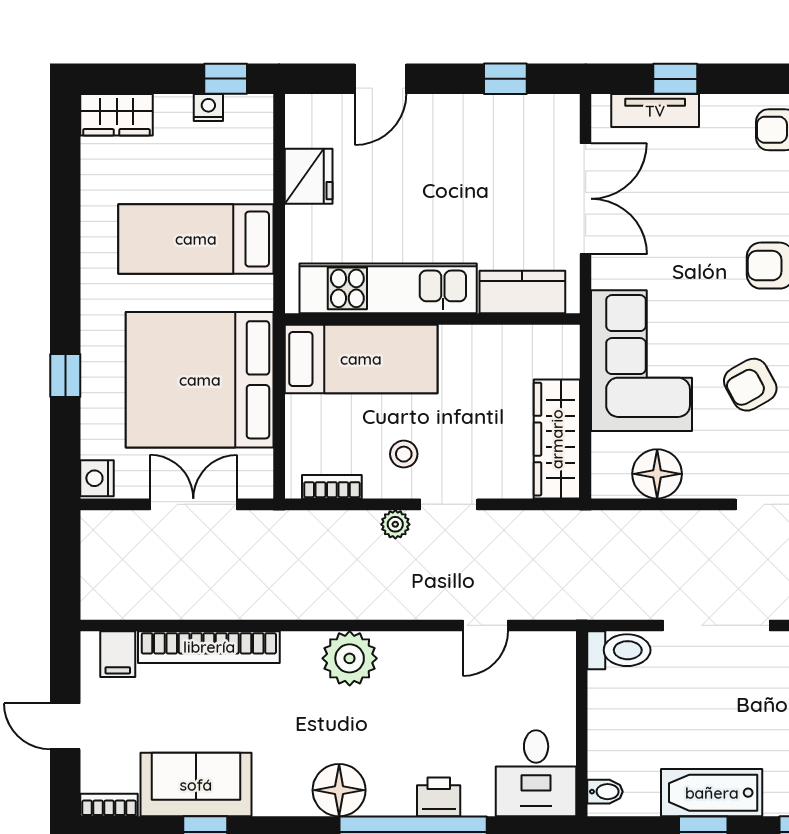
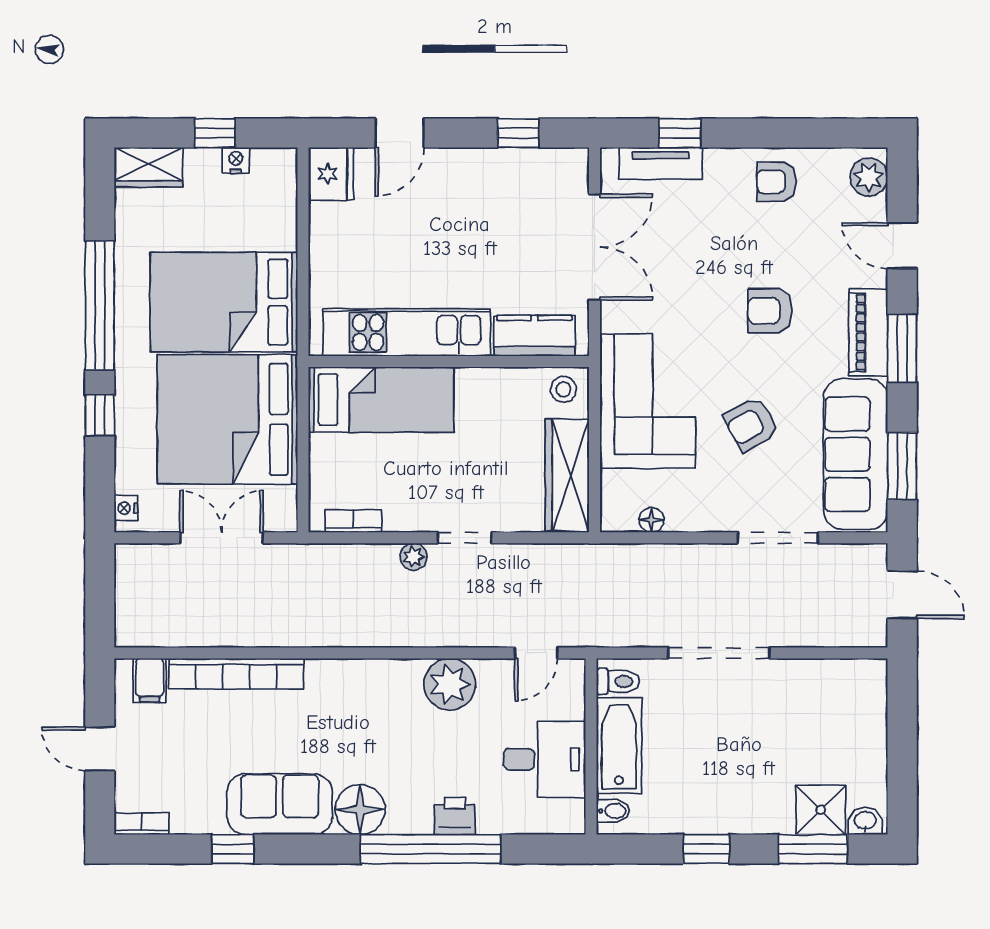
window: (226, 79) -> (215, 133), moved
fridge: (309, 176) -> (331, 174), moved
bed: (196, 239) -> (224, 302), width x1.50
window: (65, 260) -> (100, 305), added
stool: (404, 454) -> (563, 389), moved
floor lamp: (657, 474) -> (651, 520), width x0.53, depth x0.53
nightstand: (97, 478) -> (126, 508), width x0.72, depth x0.74
door: (485, 625) -> (536, 653), moved
toilet: (619, 650) -> (618, 681), width x0.73, depth x0.72
plant: (350, 658) -> (450, 684), moved
desk: (536, 773) -> (544, 759), moved, turned -90
sofa: (196, 785) -> (280, 804), moved
bathtub: (712, 793) -> (619, 746), moved, turned 90

